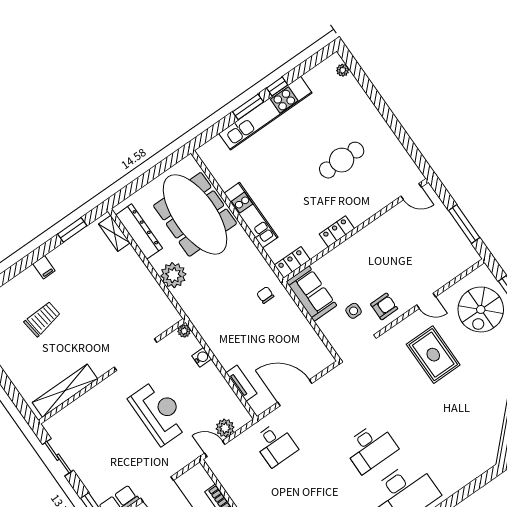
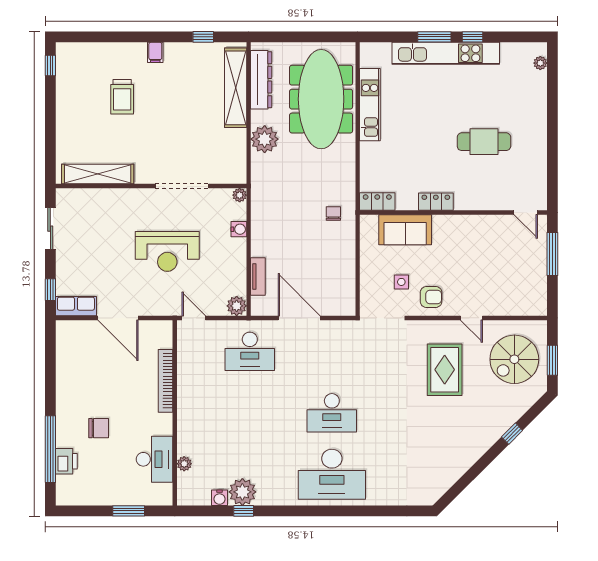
kitchen unit: (251, 215) -> (370, 105), moved
window: (464, 224) -> (552, 254), moved
window: (72, 230) -> (203, 37), width x0.67
shelving: (114, 233) -> (236, 88), width x2.20, depth x1.33
sofa: (311, 294) -> (405, 230), moved, turned 90
trolley: (42, 319) -> (122, 97), turned 97
reception desk: (159, 412) -> (167, 251), turned 90
plant: (225, 428) -> (237, 306), moved
desk: (275, 444) -> (250, 351), width x1.37

